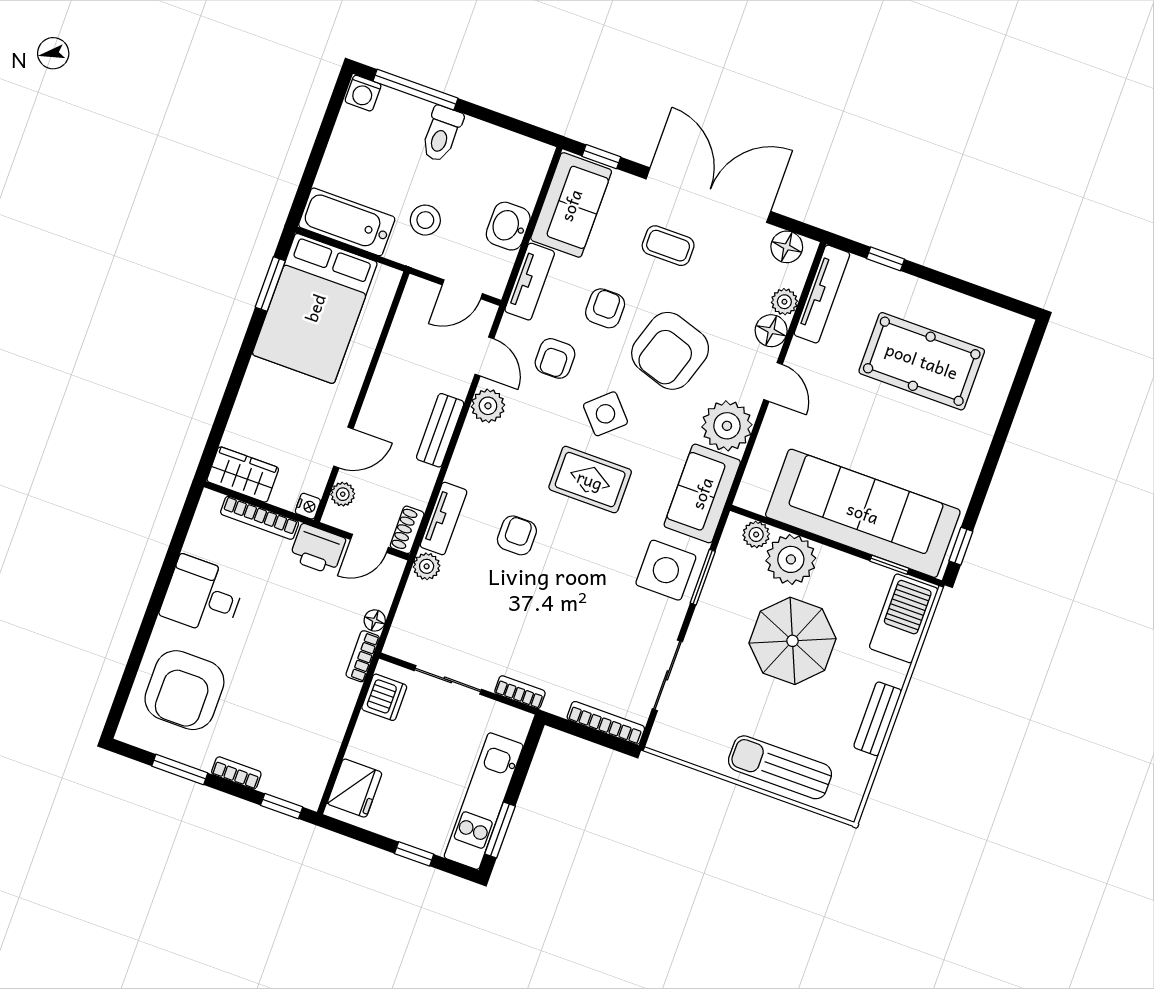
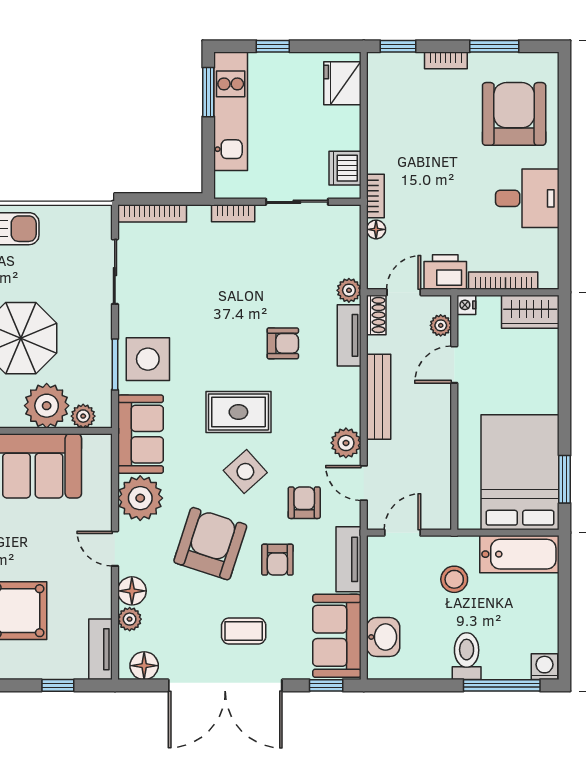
washbasin: (508, 226) -> (383, 637), moved
tv unit: (822, 294) -> (101, 649), width x0.71
bench: (440, 430) -> (379, 397), width x1.36
armchair: (517, 535) -> (283, 343), turned -90

